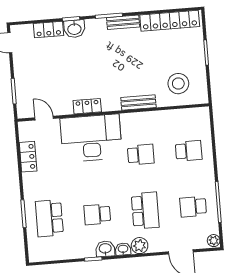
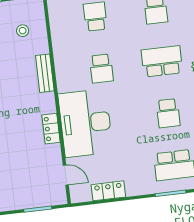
stool: (178, 84) -> (23, 31), width x0.53, depth x0.53
door: (44, 118) -> (66, 175), swing flipped
school desk: (141, 155) -> (101, 68), turned 180

